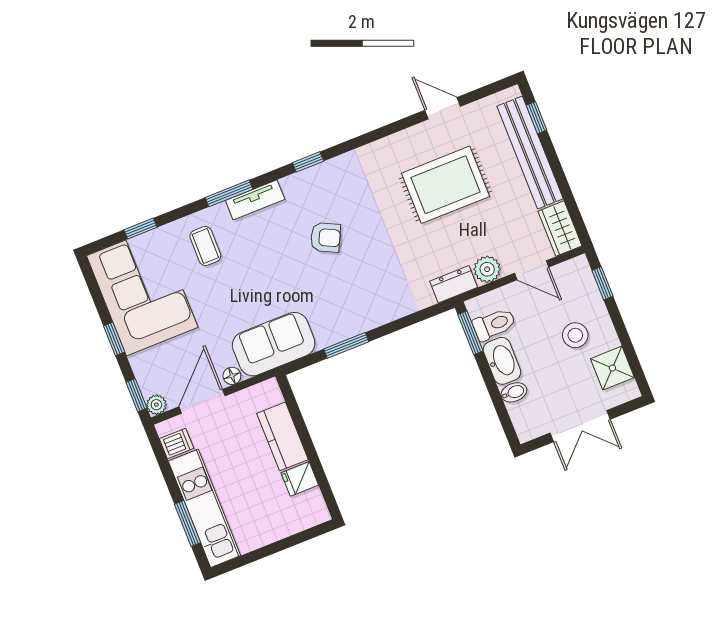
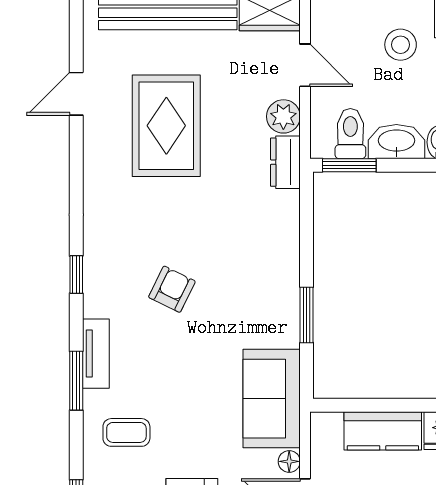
door: (532, 270) -> (305, 65), hinge flipped

